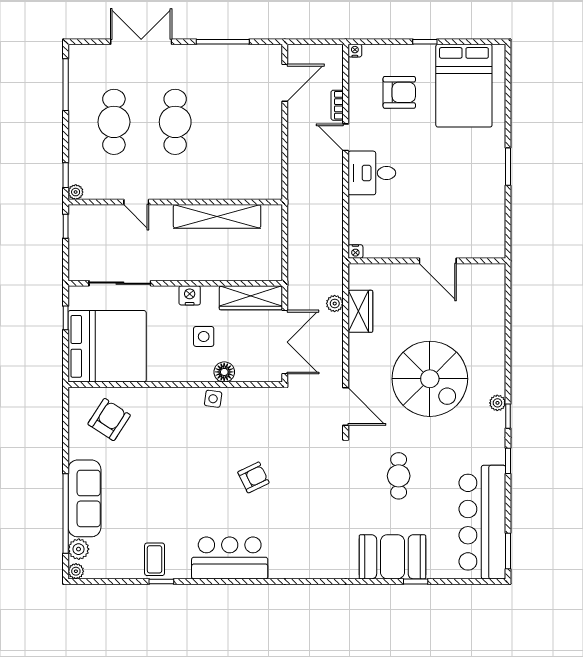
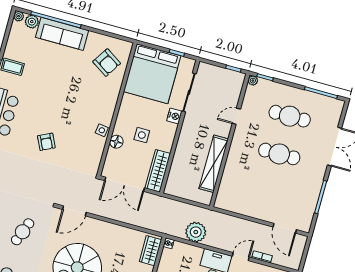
nightstand: (190, 295) -> (174, 116), moved
plant: (335, 304) -> (196, 232), moved, width x1.88, depth x1.88
wardrobe: (360, 311) -> (150, 251), moved, turned 90
cafe table: (399, 476) -> (23, 232), turned -69

